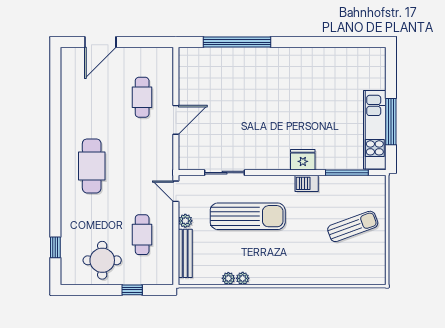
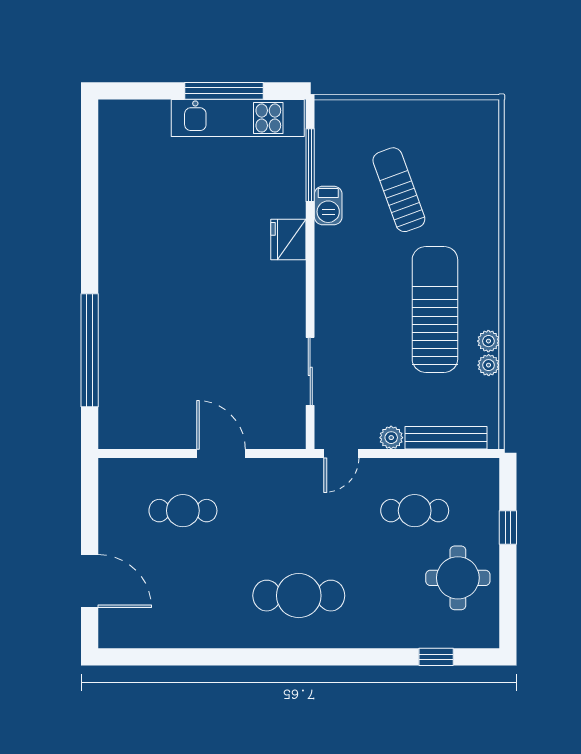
barbecue: (307, 183) -> (328, 205), moved
sun lounger: (248, 216) -> (435, 309), moved
sun lounger: (353, 226) -> (399, 190), moved

